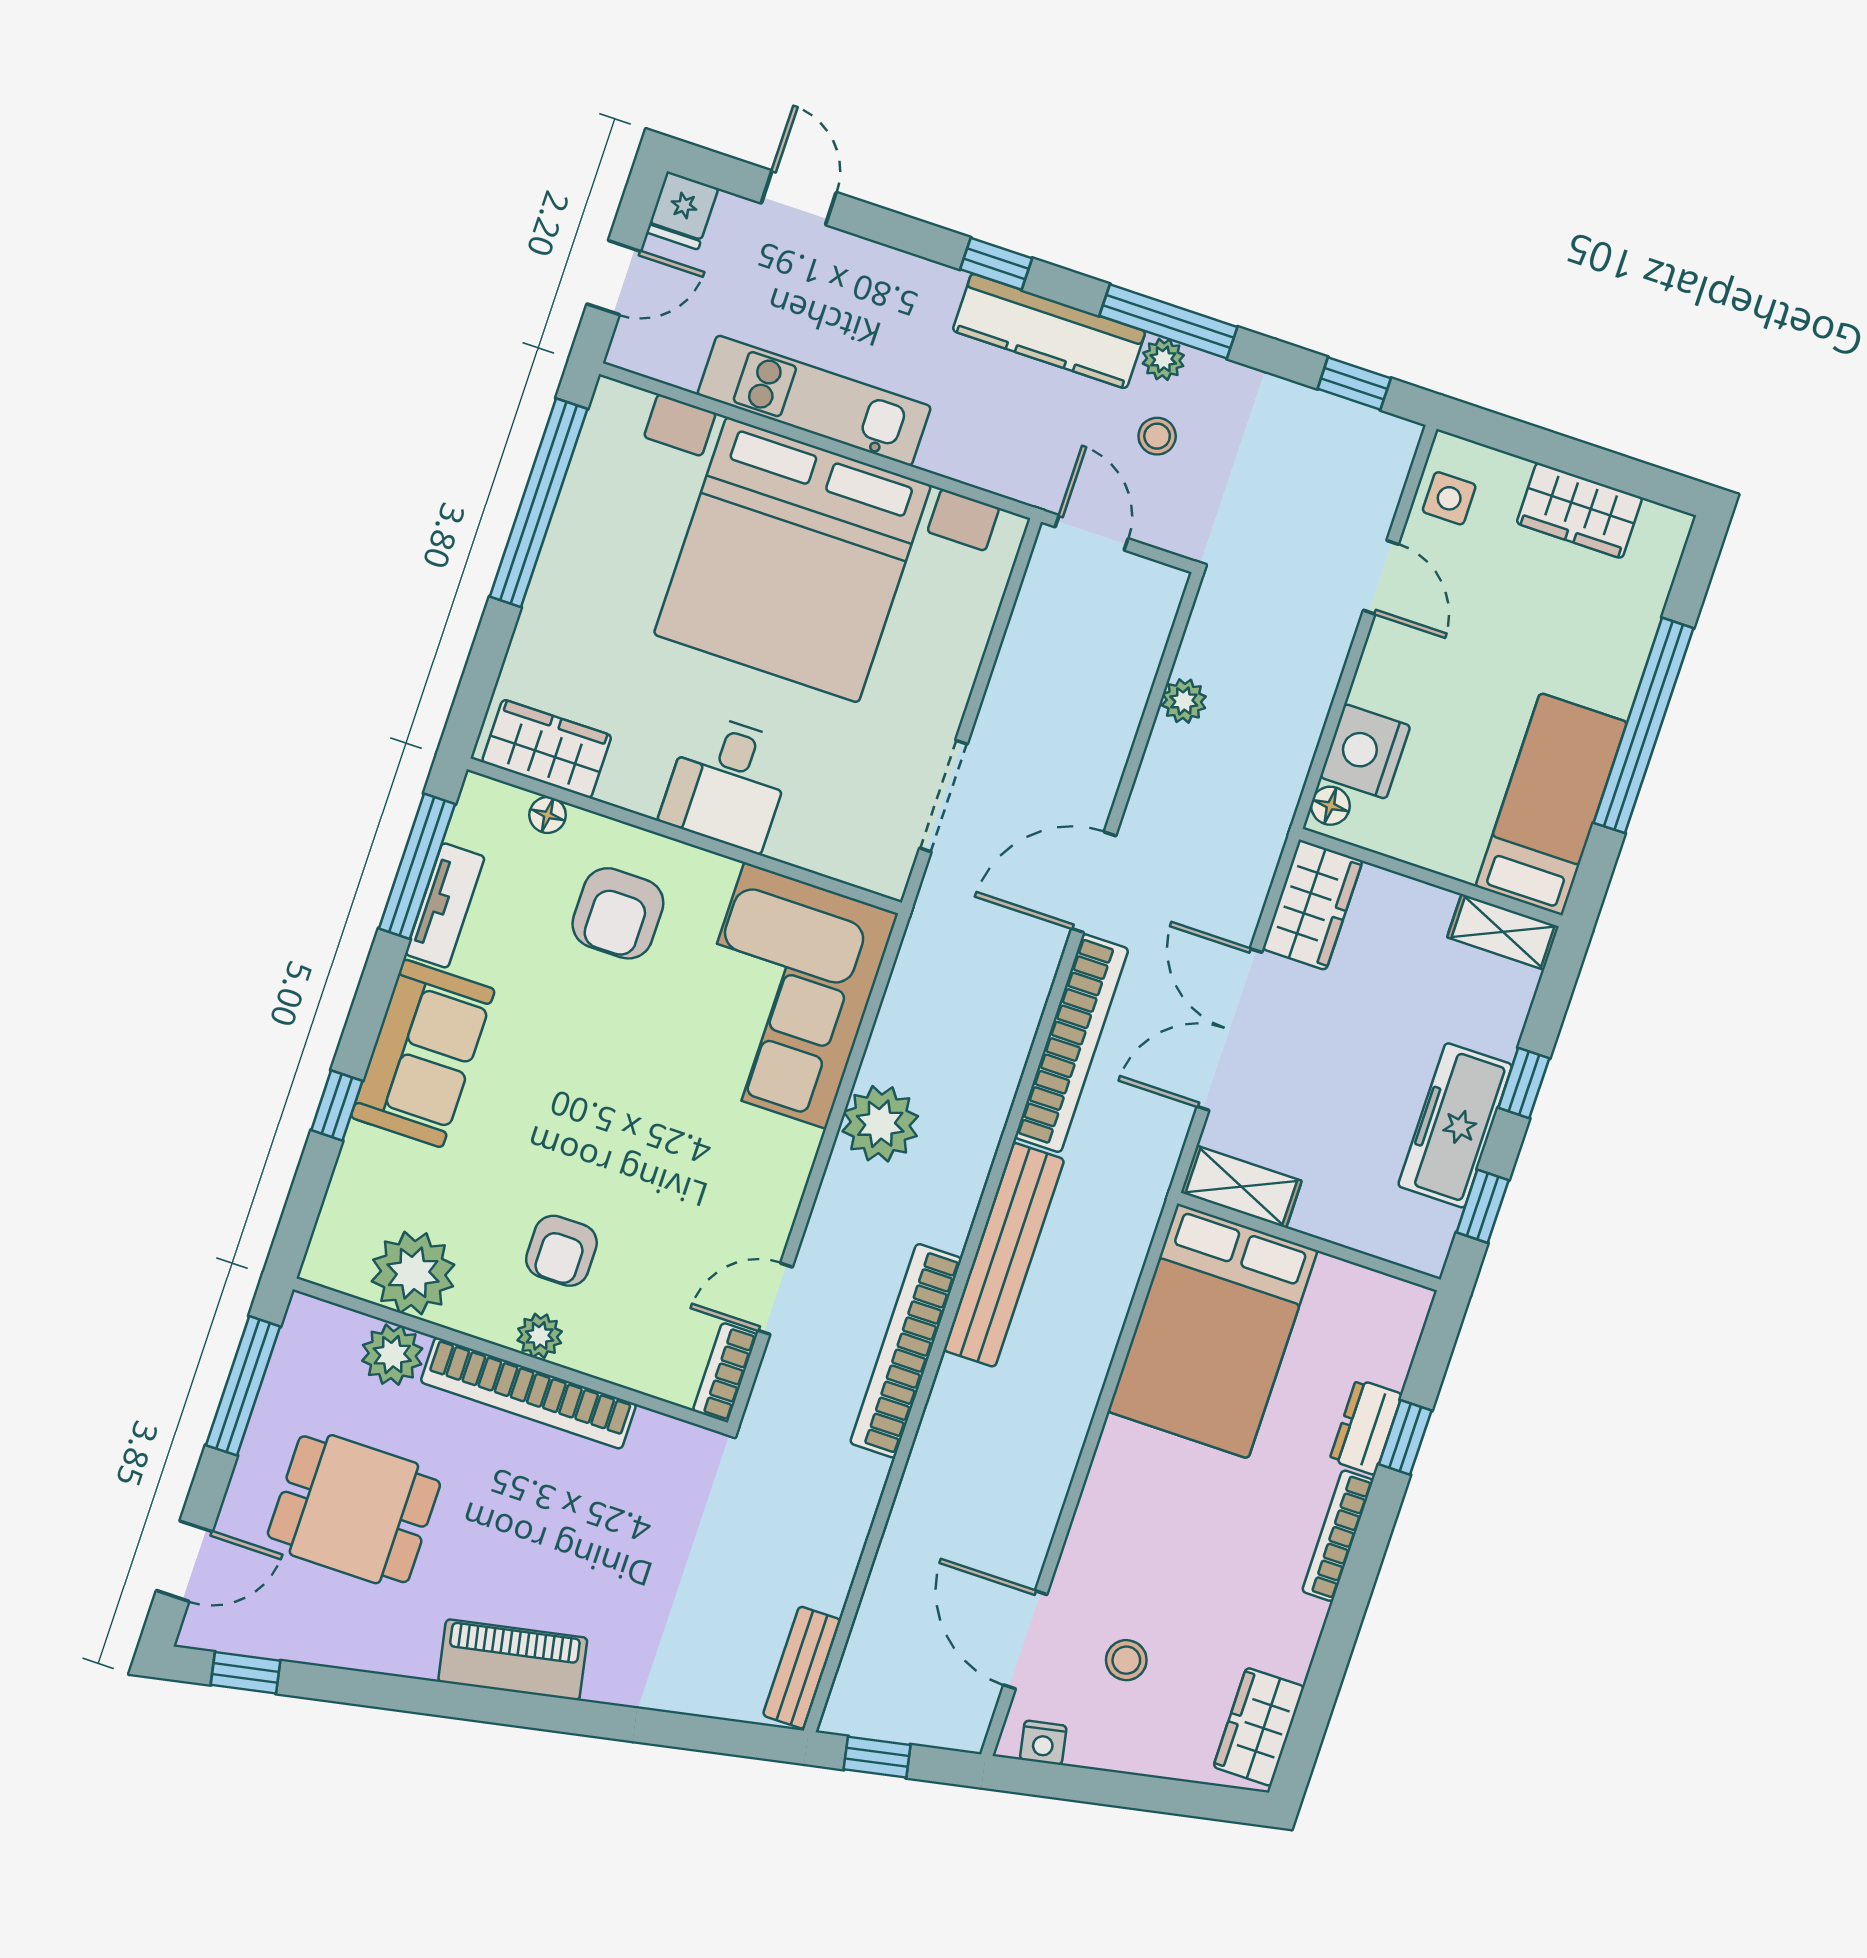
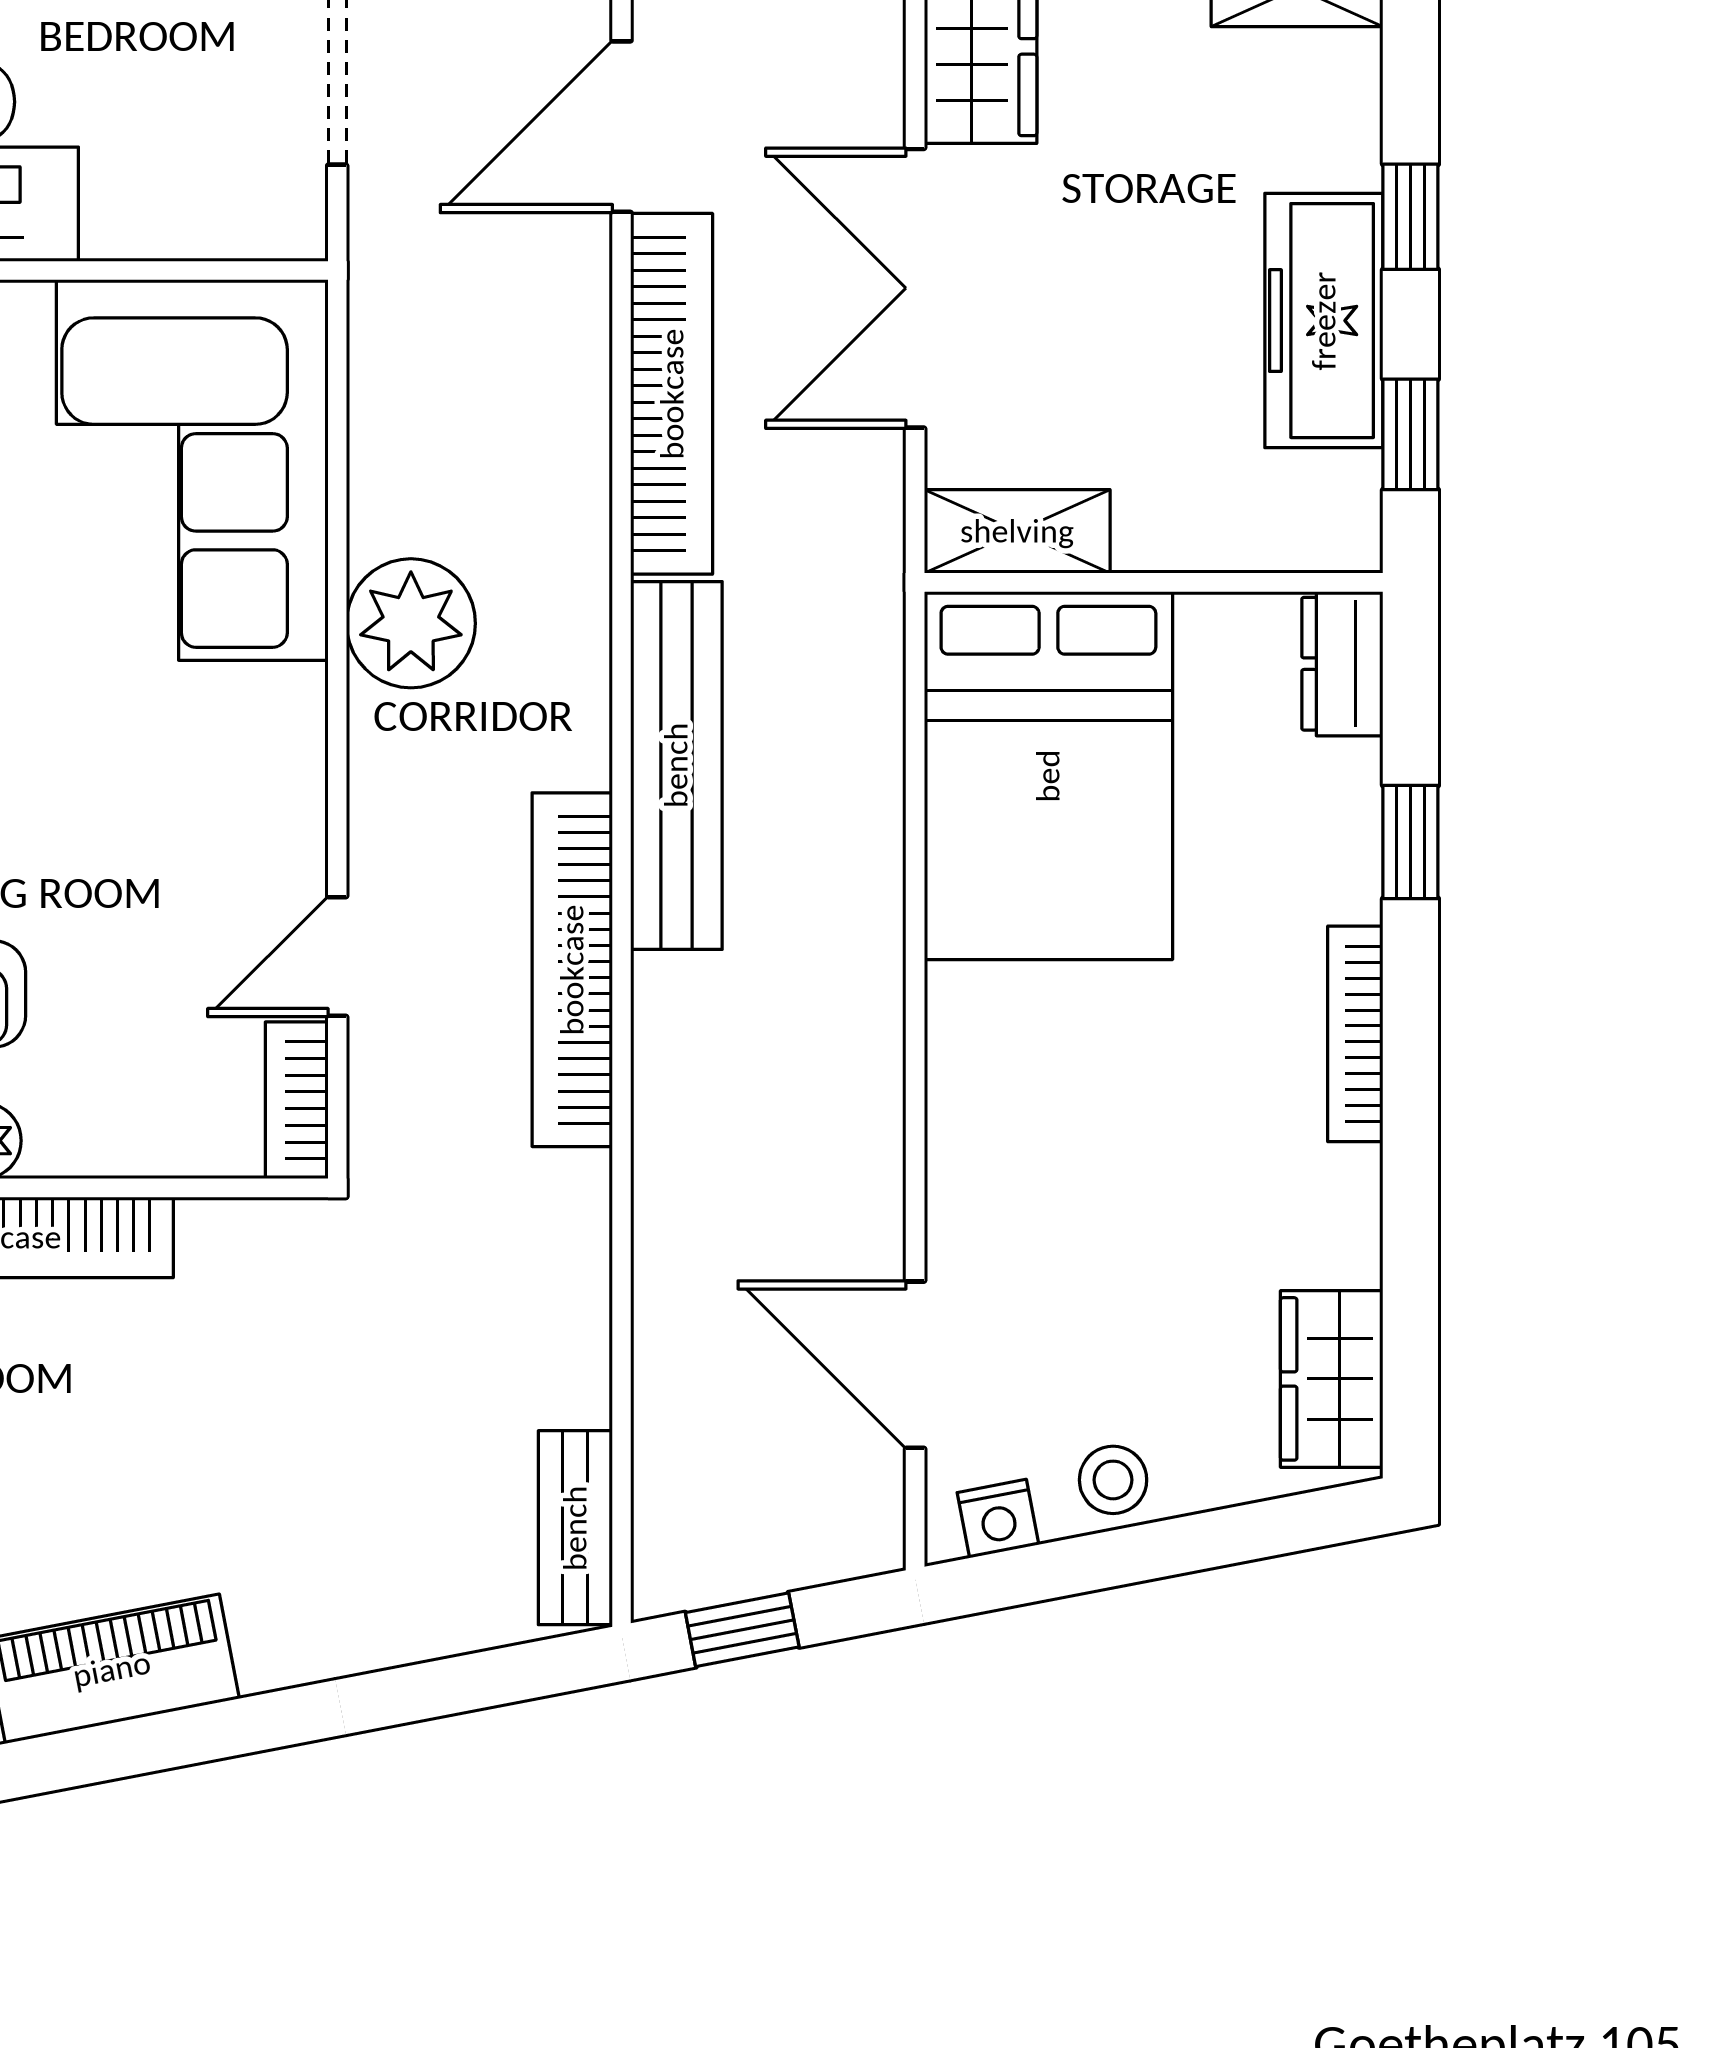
dresser: (1366, 1427) -> (1342, 664), moved
stool: (1126, 1660) -> (1113, 1480), moved

